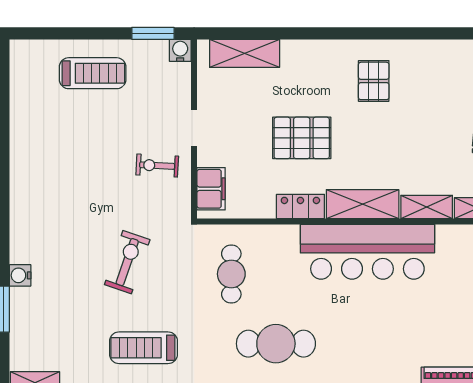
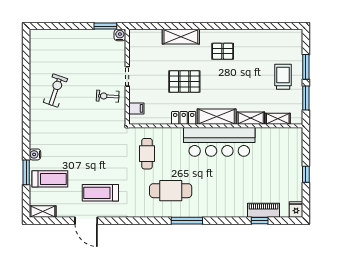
shelving: (245, 53) -> (181, 37), moved
treadmill: (93, 73) -> (50, 179), moved
pallet: (374, 81) -> (223, 51), turned 90
filing cabinet: (211, 189) -> (136, 108), width x0.50
exercise bike: (127, 262) -> (55, 91), moved

